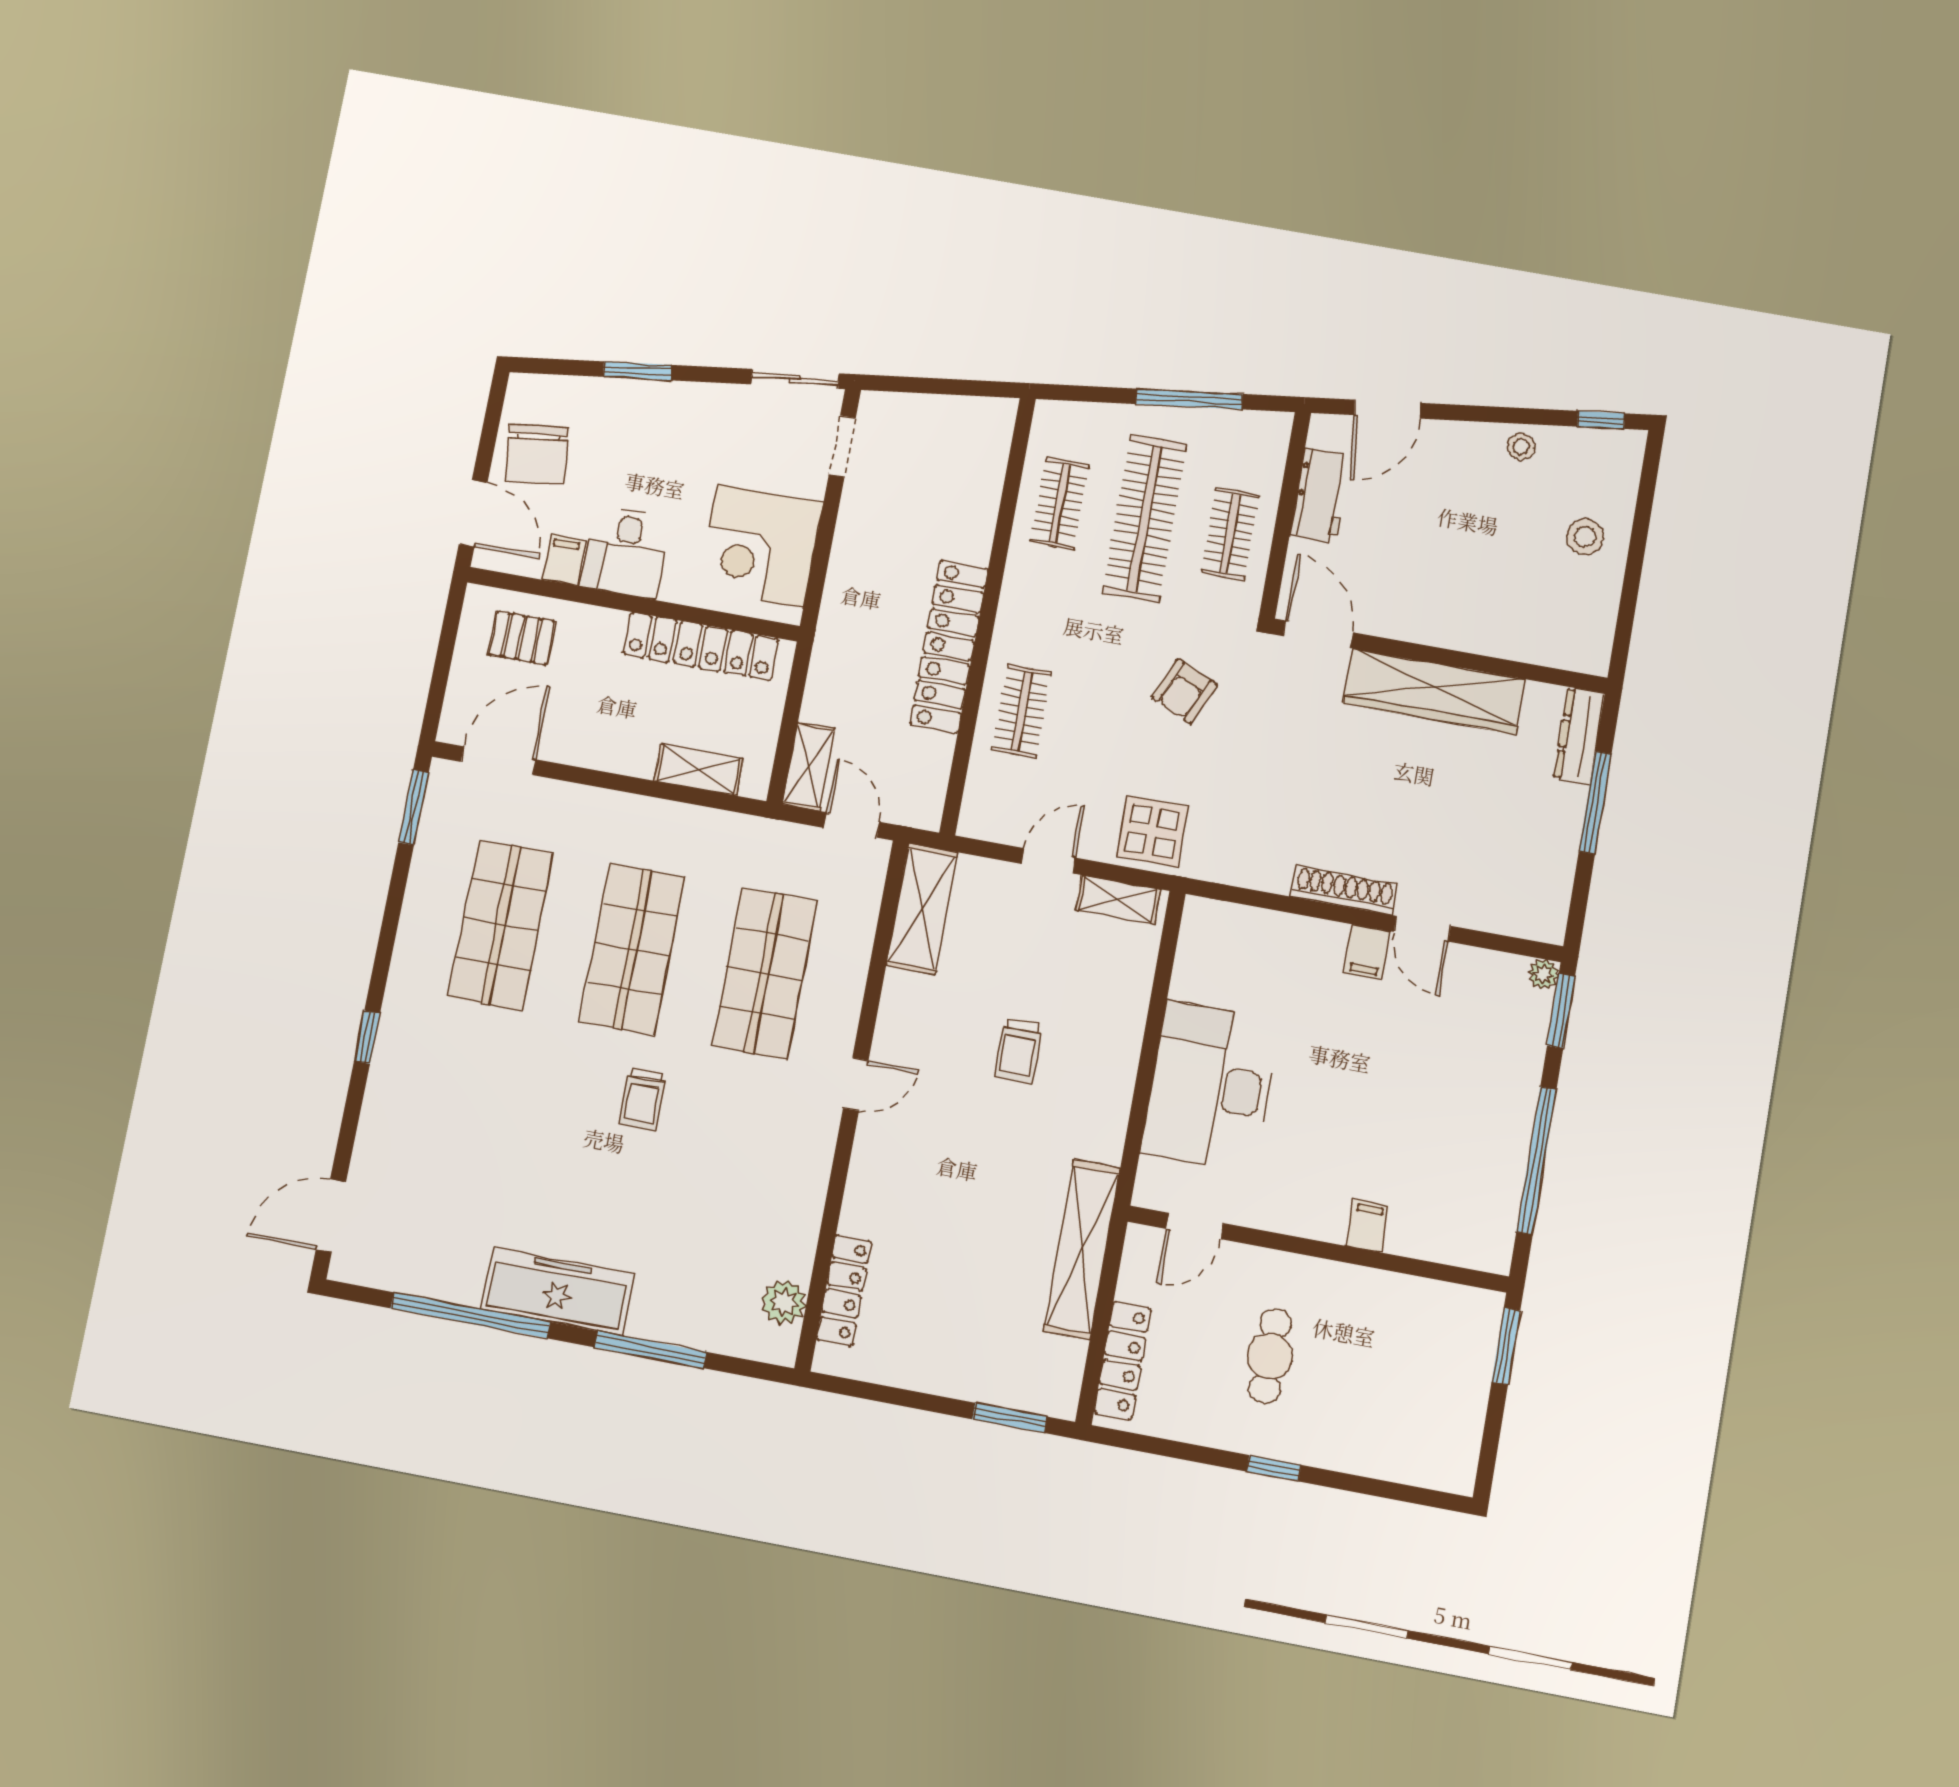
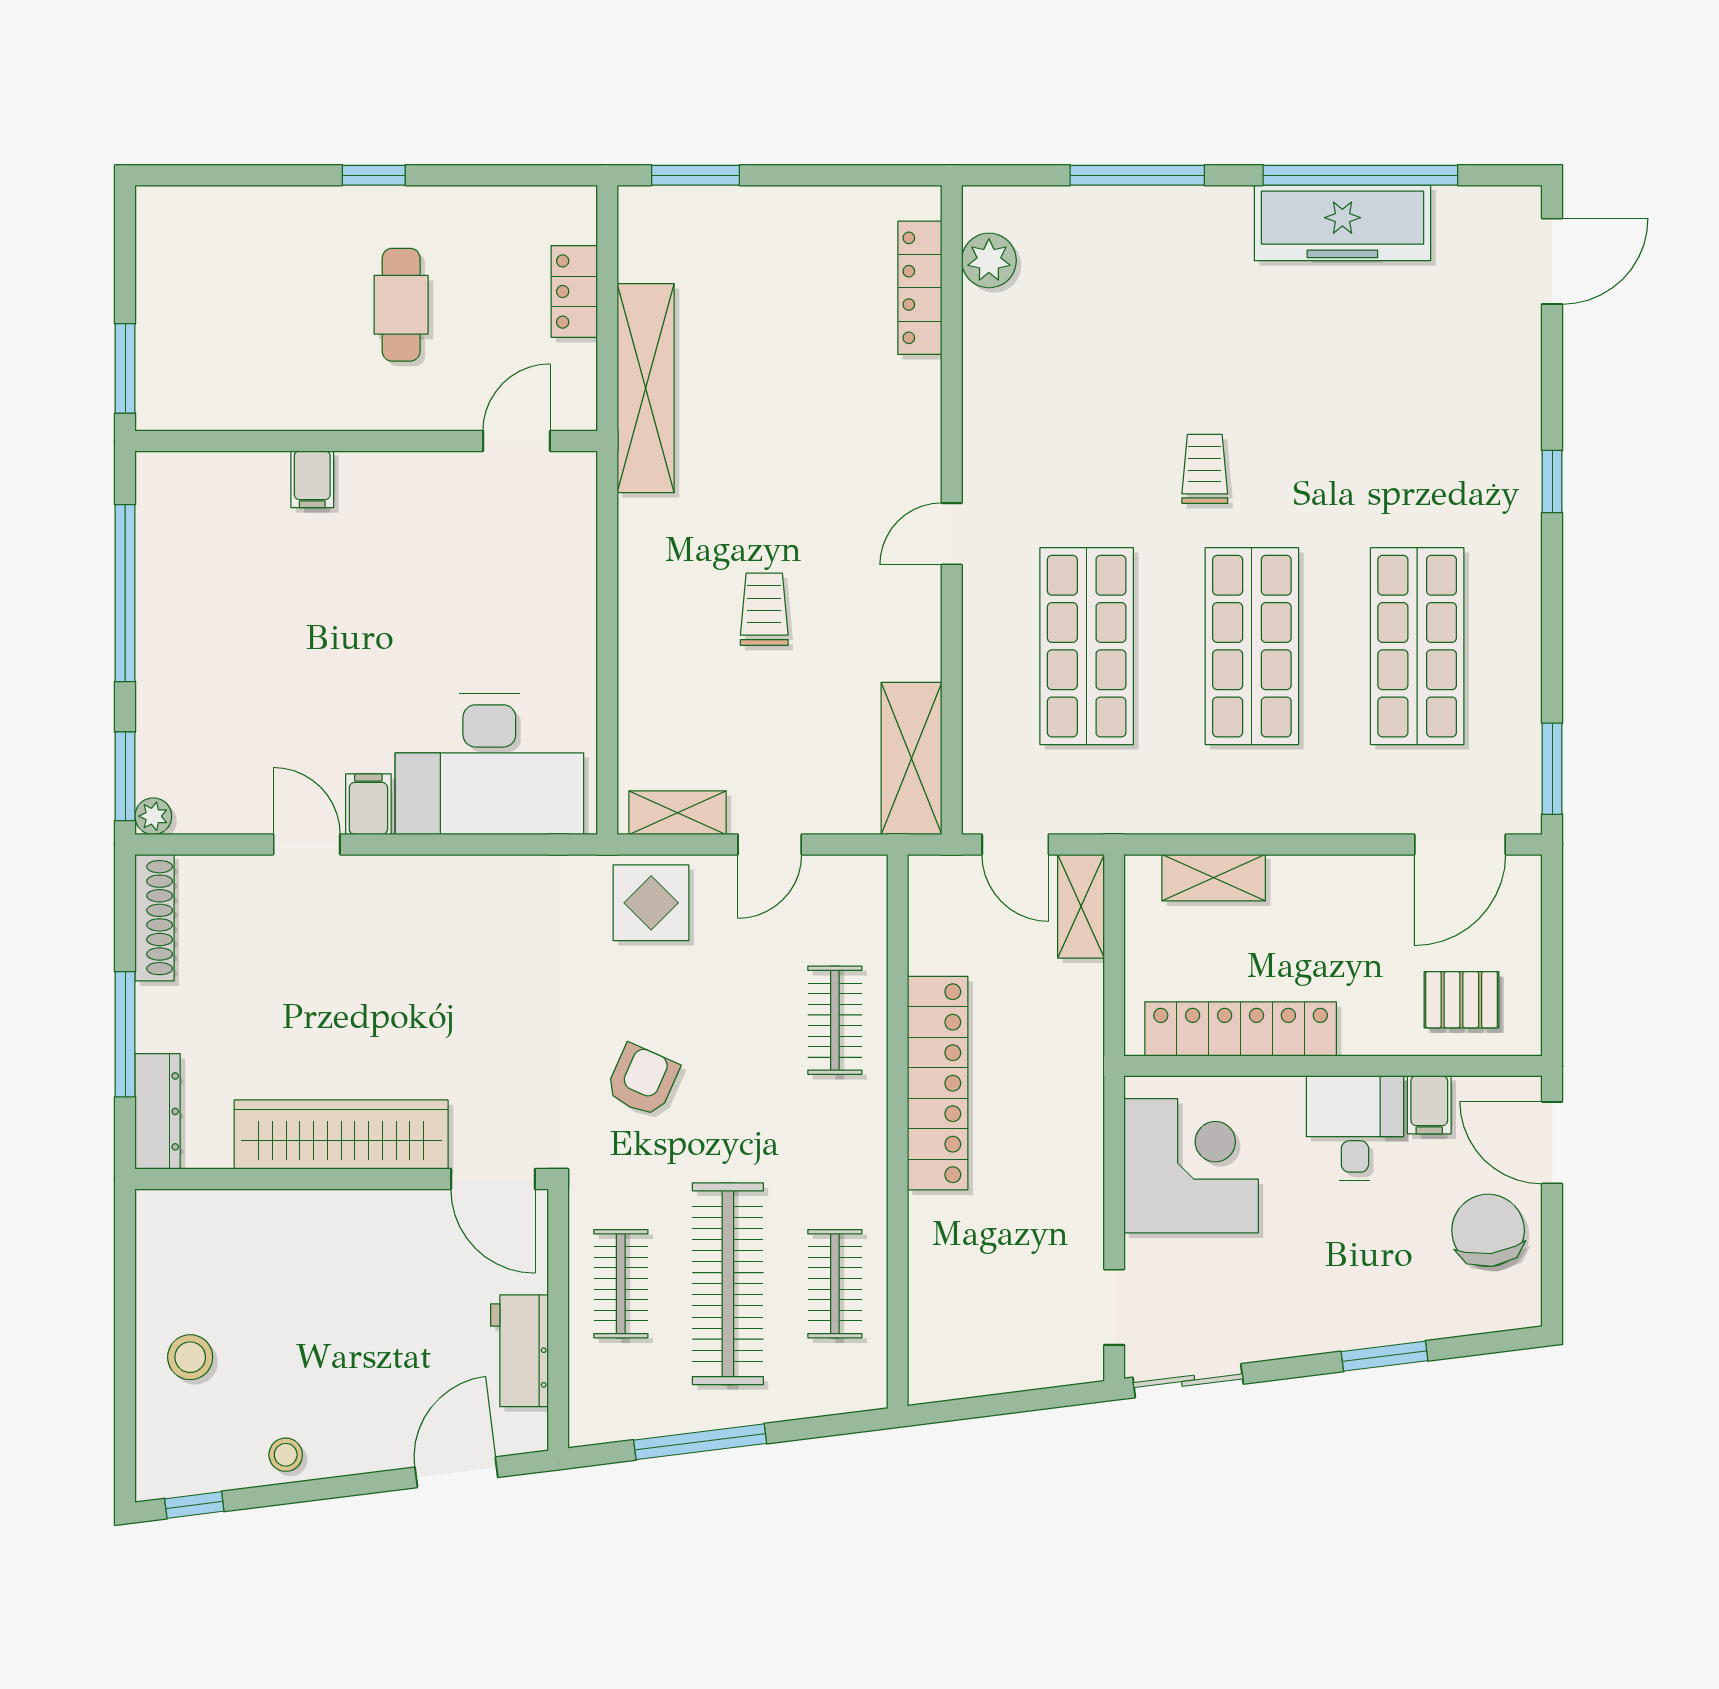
shoe rack: (1344, 890) -> (154, 918), moved, turned -90
desk: (1210, 1087) -> (489, 764), moved, turned 90
freezer: (558, 1291) -> (1342, 223), moved
locker: (1123, 1360) -> (574, 291), width x0.66

